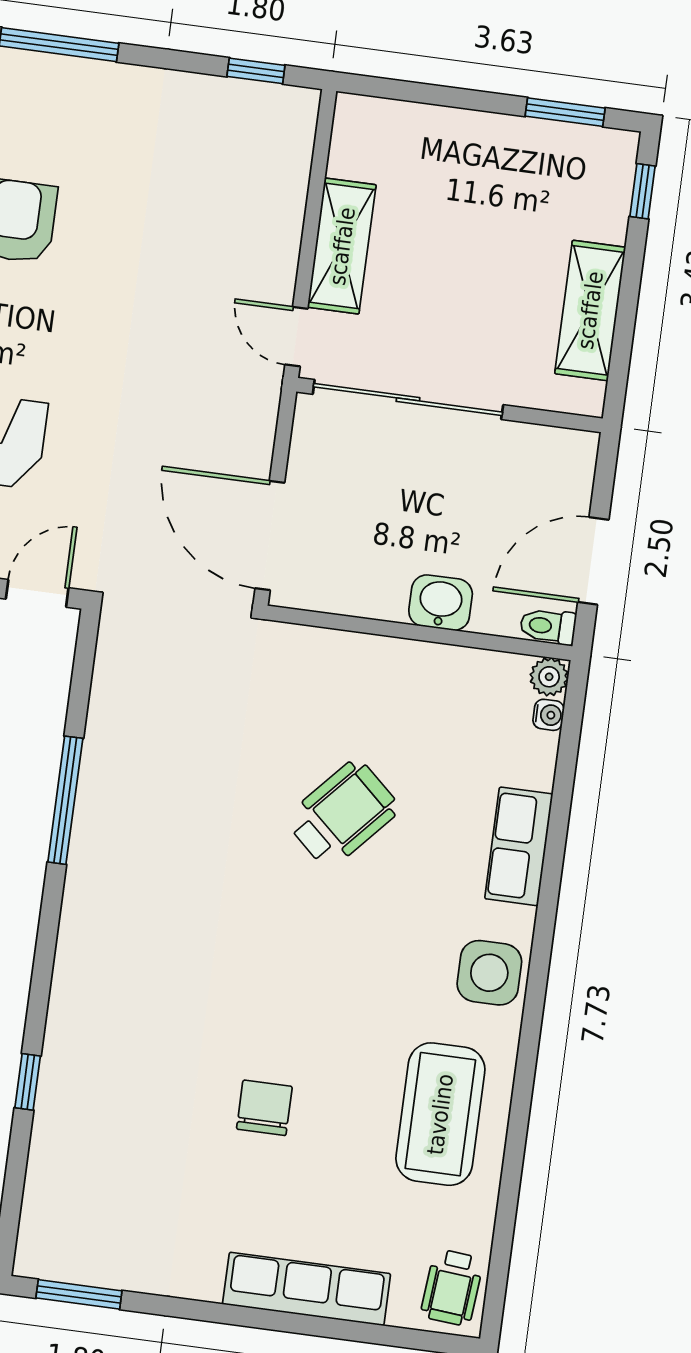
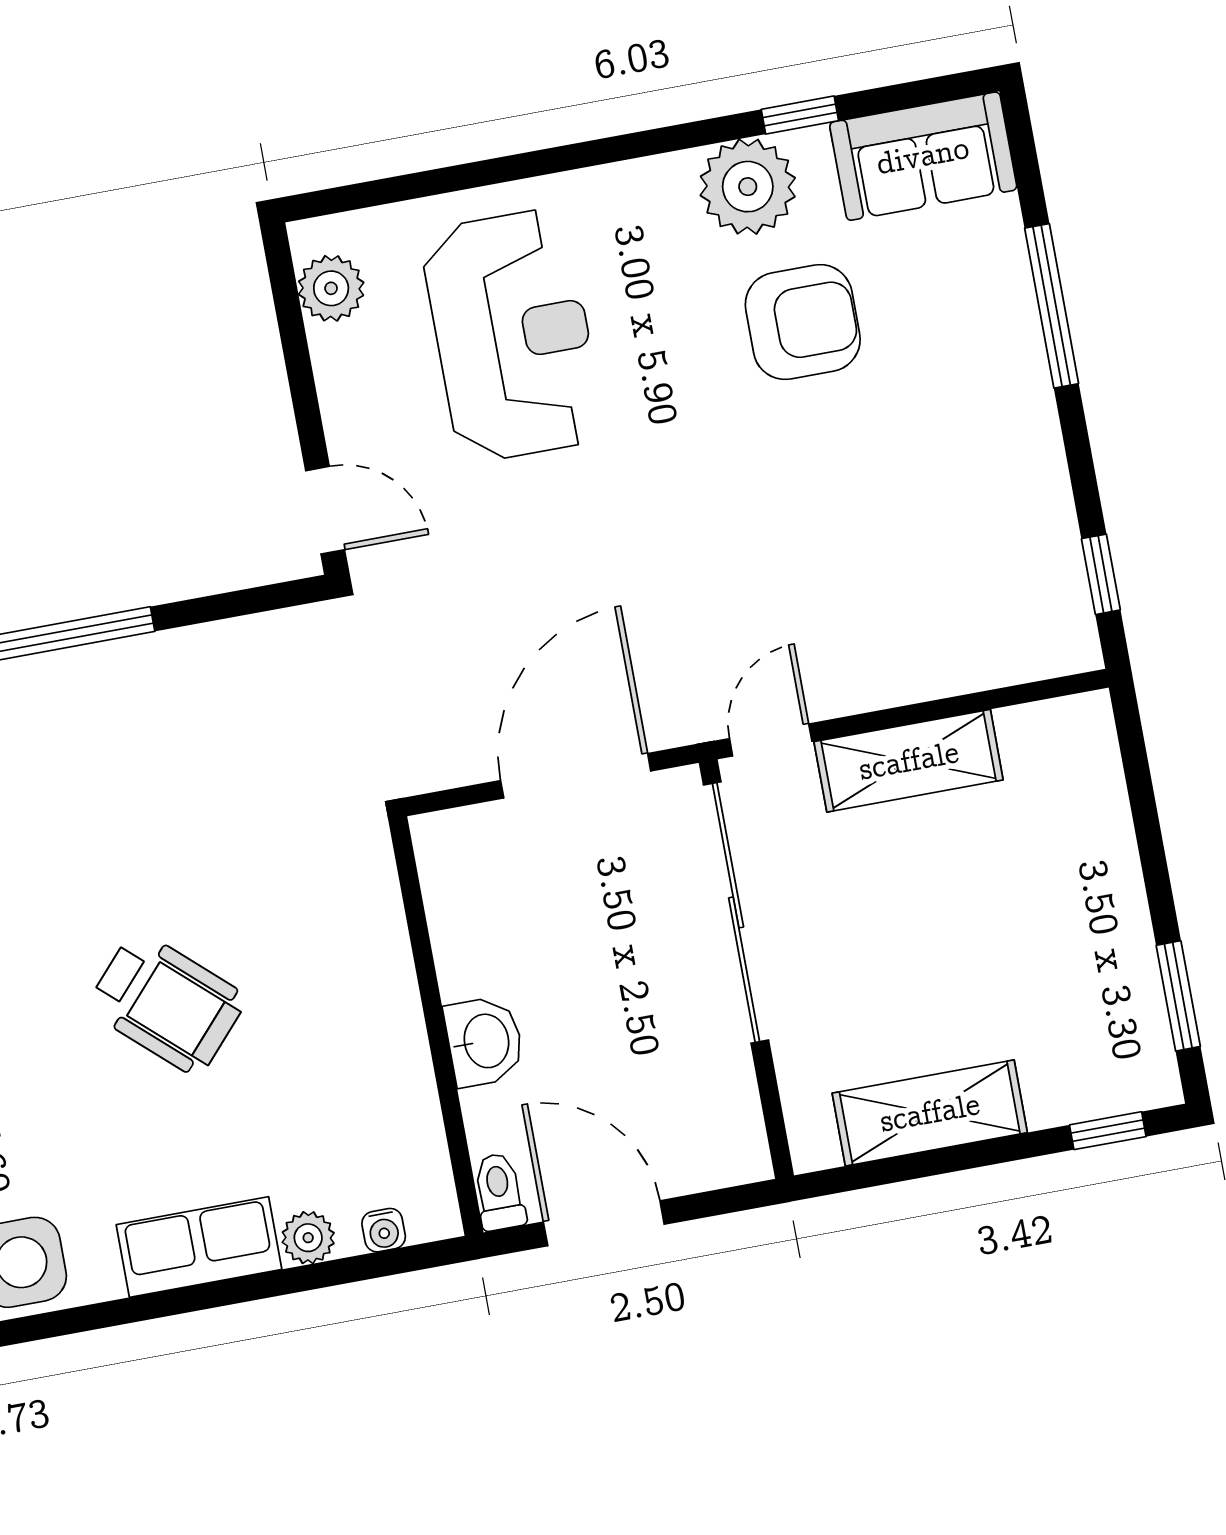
door: (270, 535) -> (576, 776), moved
plant: (549, 677) -> (308, 1238), moved

